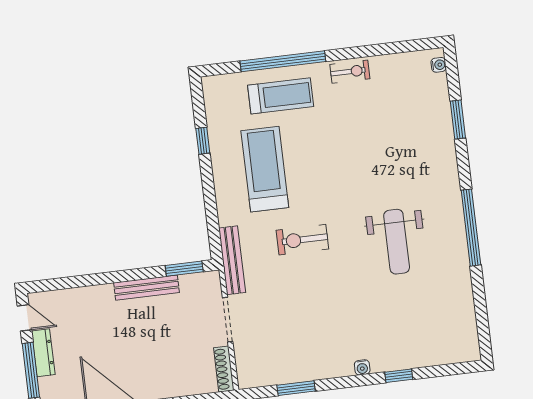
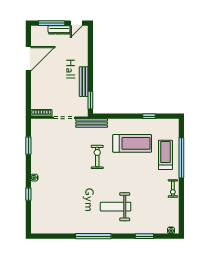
treadmill: (281, 96) -> (165, 155), turned 180
weight bench: (397, 242) -> (116, 207), moved

